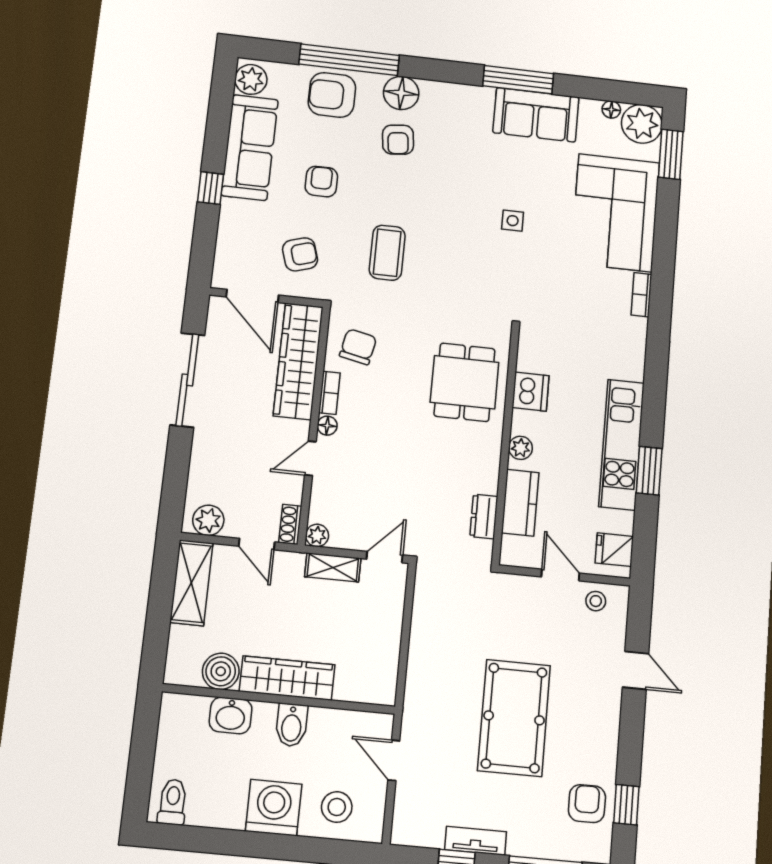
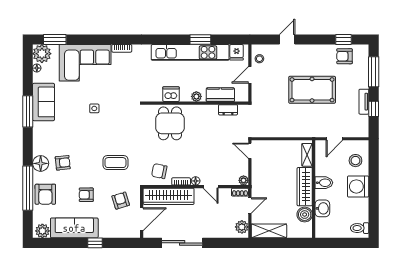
dining table: (465, 382) -> (170, 123), turned 90
kitchen unit: (622, 445) -> (190, 52), width x1.36
shelving: (333, 567) -> (307, 155), moved

